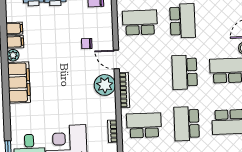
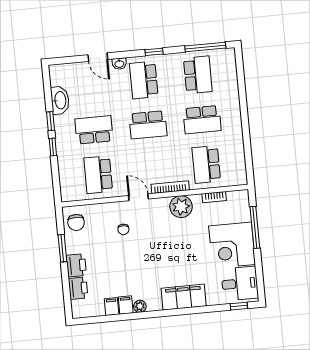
door: (116, 59) -> (138, 197), swing flipped
filing cabinet: (19, 82) -> (184, 297), moved
plant: (105, 85) -> (181, 207), moved

